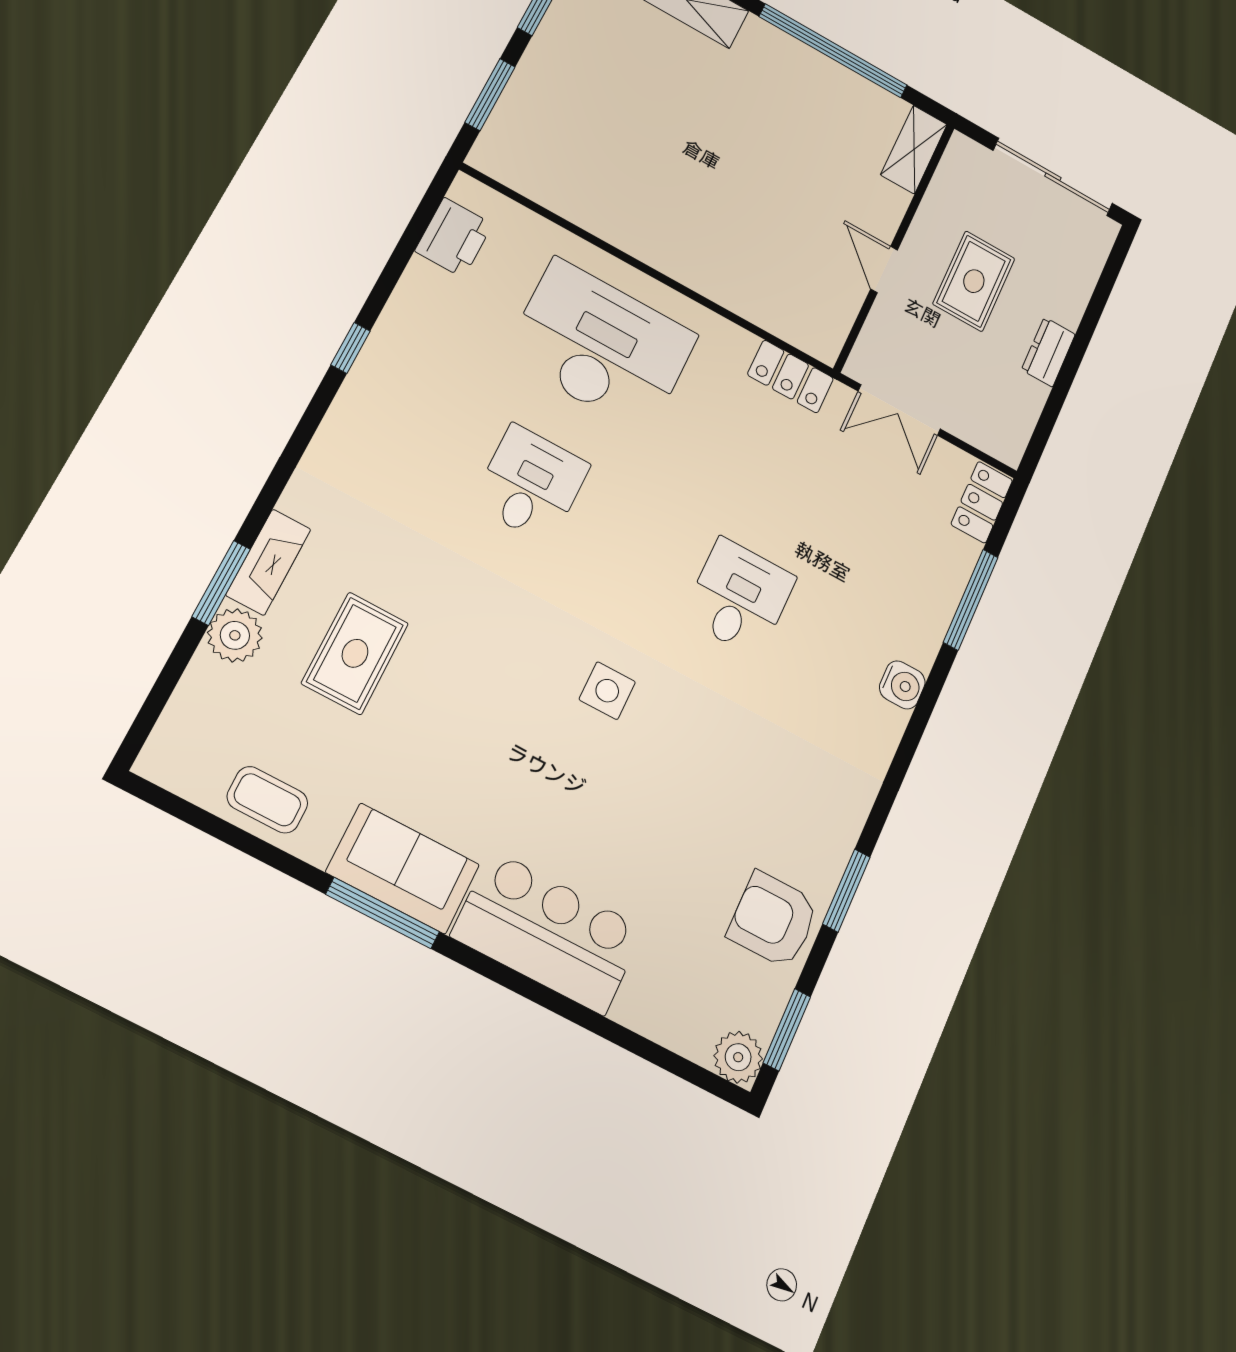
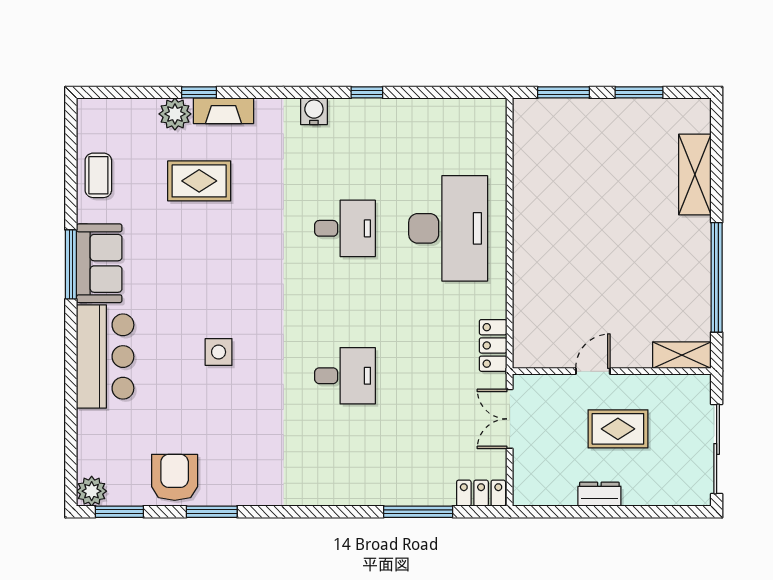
printer: (454, 237) -> (464, 115), removed
window: (221, 583) -> (199, 92), width x0.67
water cooler: (902, 685) -> (314, 111), moved, turned 180
side table: (607, 691) -> (219, 352), moved

